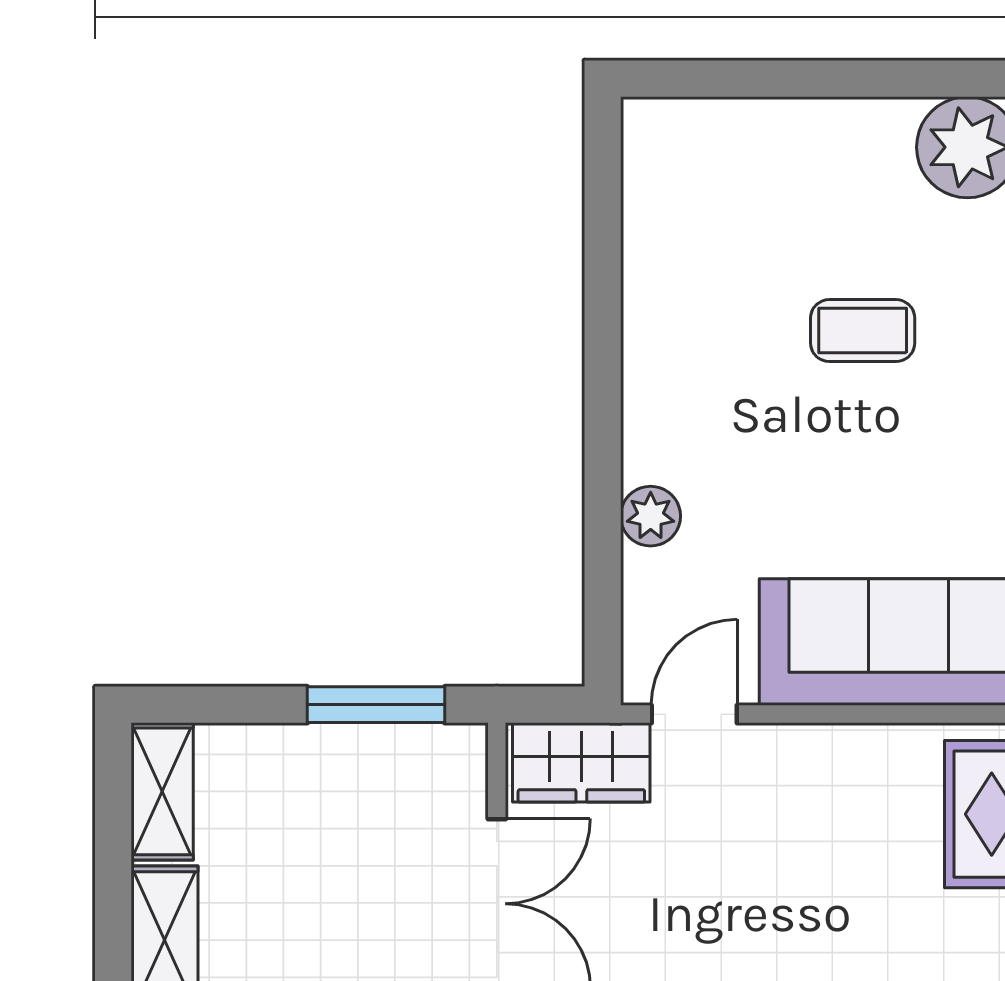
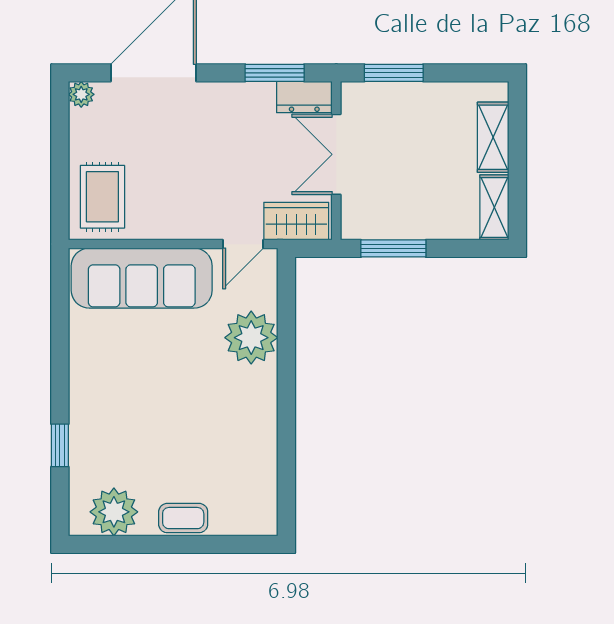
coffee table: (863, 331) -> (183, 518), moved
plant: (651, 516) -> (251, 338), width x1.87, depth x1.87

